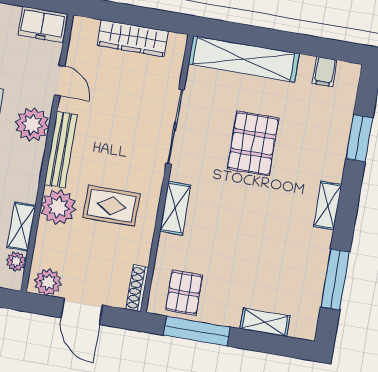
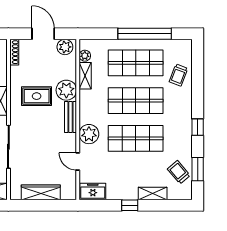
bench: (61, 150) -> (70, 117), width x0.73

